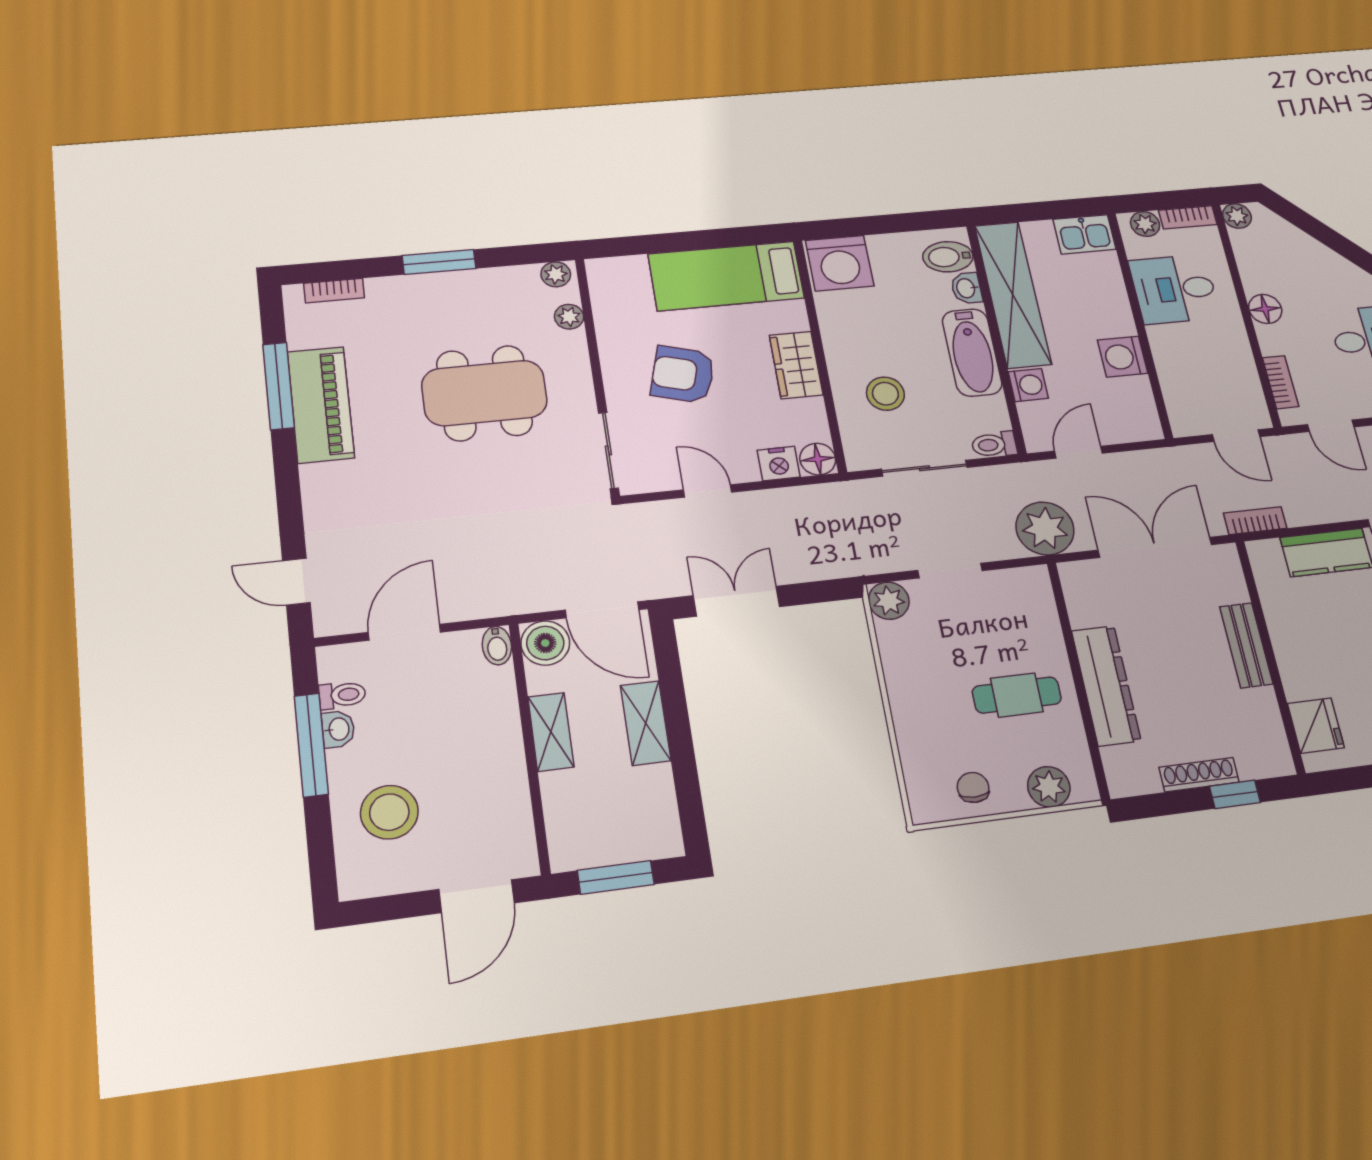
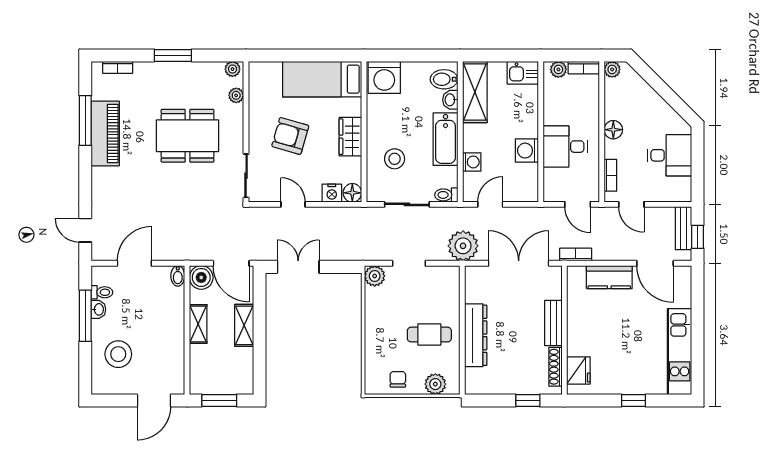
desk: (1174, 289) -> (565, 147), moved
shelving: (1013, 294) -> (475, 92), width x0.68
shoe rack: (1199, 775) -> (555, 367), moved, turned -90

